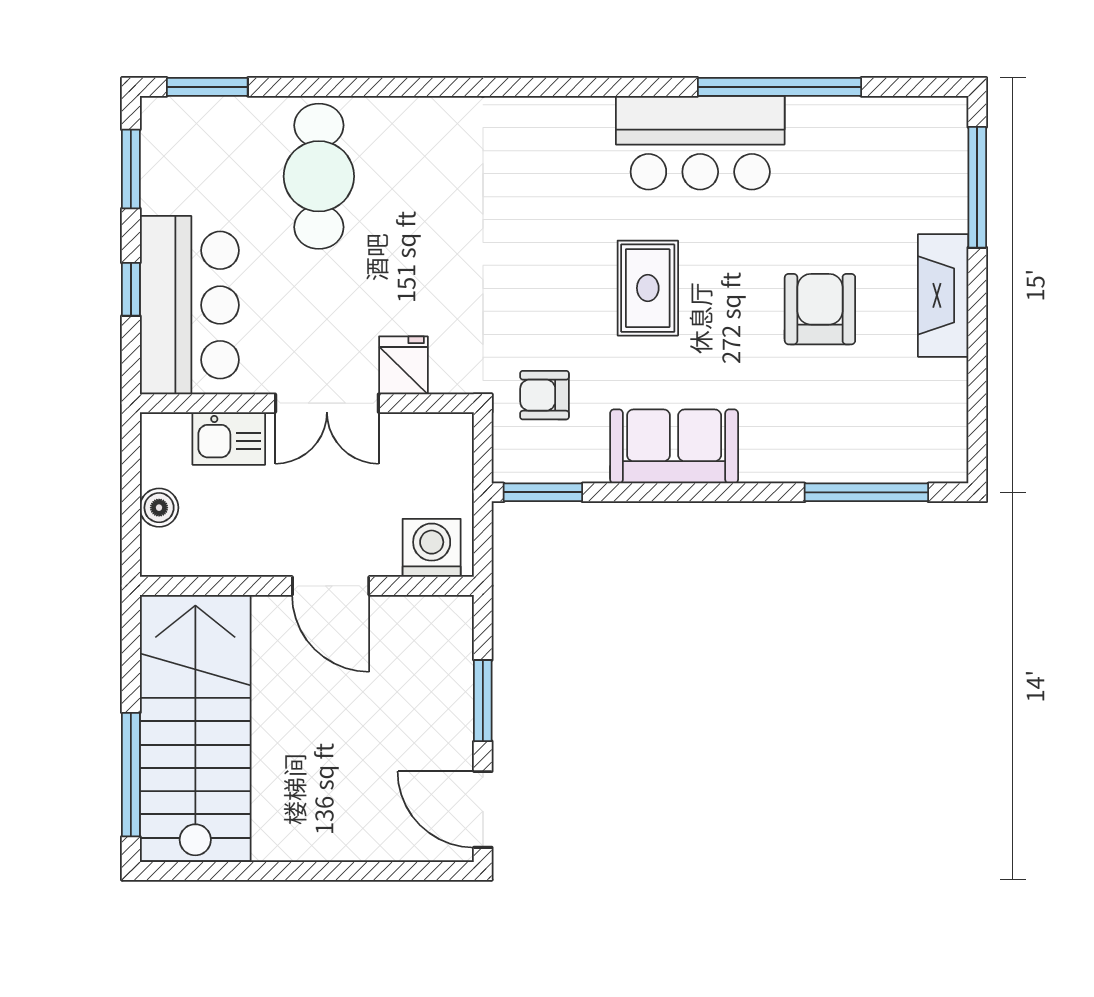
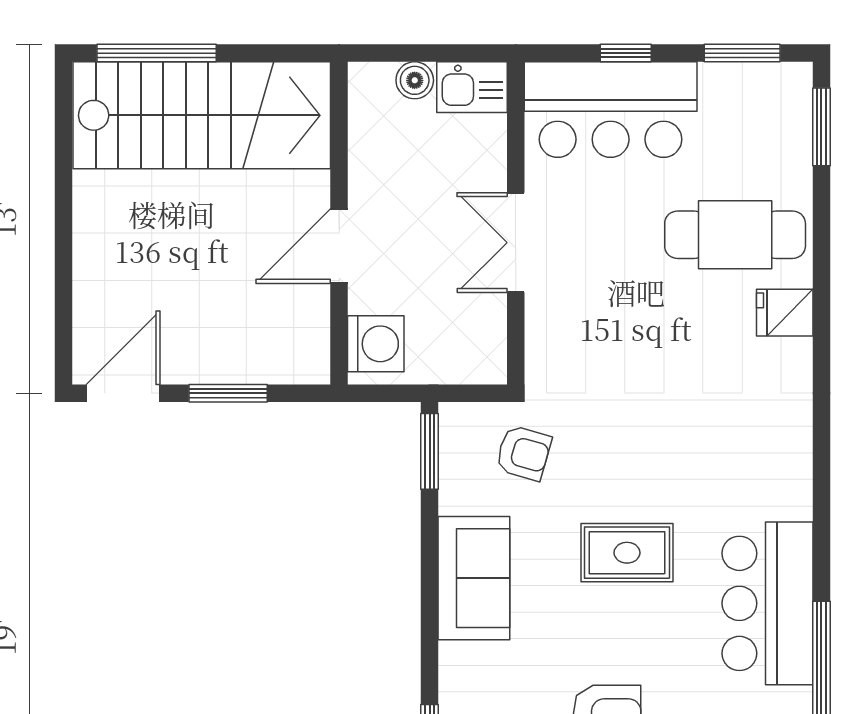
fridge: (403, 365) -> (785, 313), moved, turned 180
armchair: (545, 395) -> (523, 453), turned 106
kitchen sink: (229, 438) -> (472, 87), moved, turned -90

